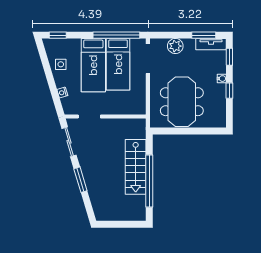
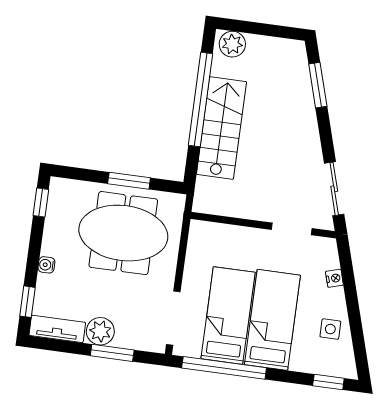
window: (204, 35) -> (112, 353), moved
plant: (175, 46) -> (100, 331), moved
window: (229, 91) -> (41, 203), moved
meeting table: (182, 102) -> (123, 233), turned 90
window: (183, 131) -> (129, 181), added
window: (80, 180) -> (318, 85), moved
plant: (136, 214) -> (232, 44), added

